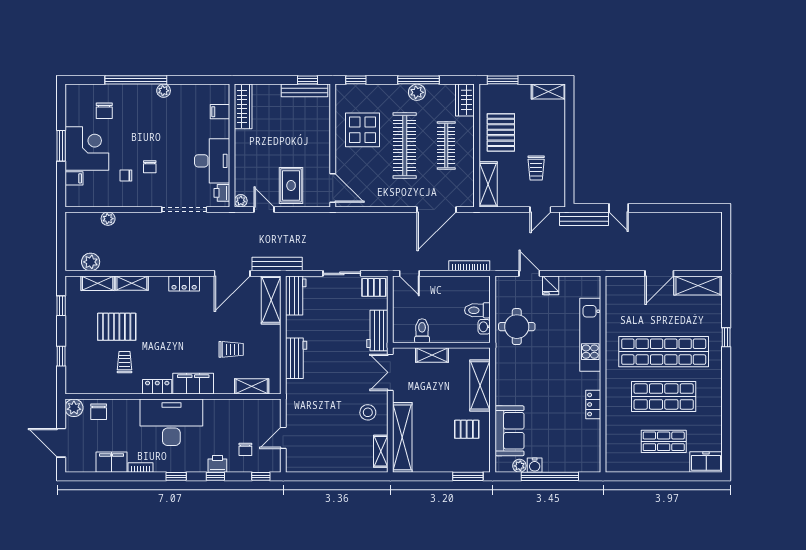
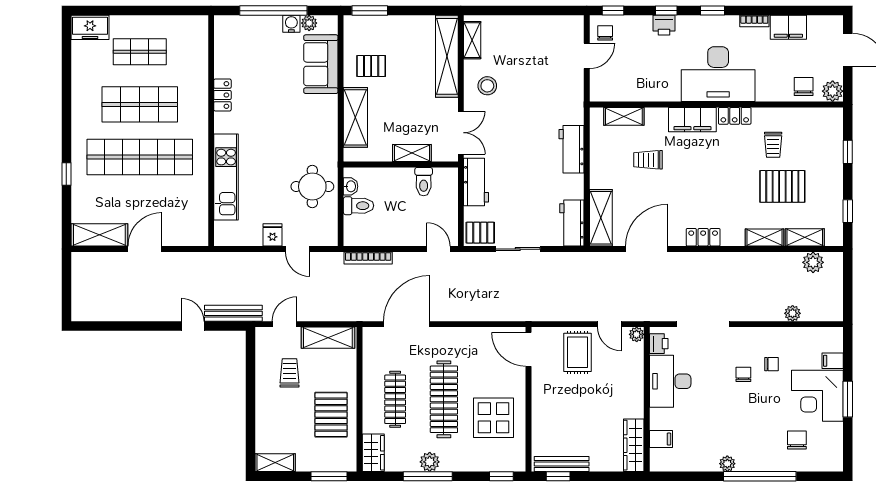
shelving: (488, 184) -> (328, 338), moved, turned 90
bench: (277, 264) -> (594, 260), removed
chair: (245, 449) -> (605, 33), moved

